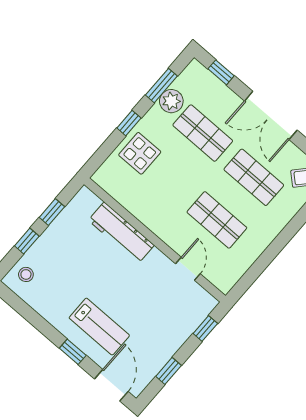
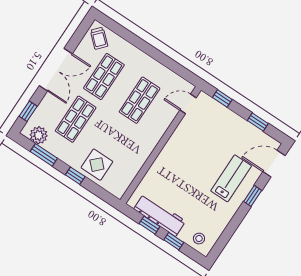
plant: (171, 101) -> (39, 135), moved
workbench: (121, 233) -> (160, 215), moved, turned -90
door: (188, 269) -> (188, 104), moved

